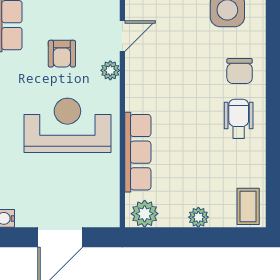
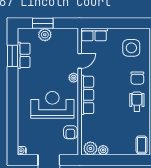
armchair: (62, 54) -> (70, 132), moved
row of seats: (138, 152) -> (87, 95), moved
plant: (198, 217) -> (103, 150), moved

